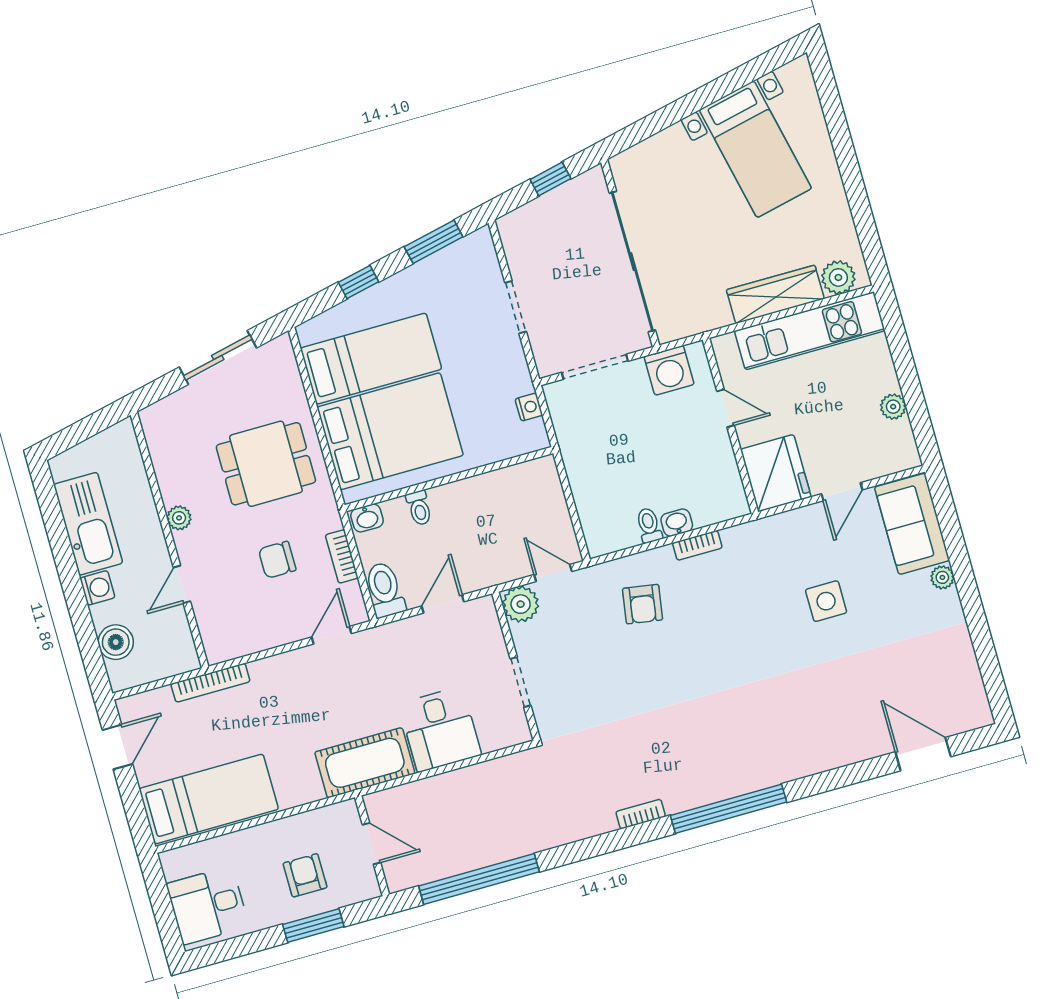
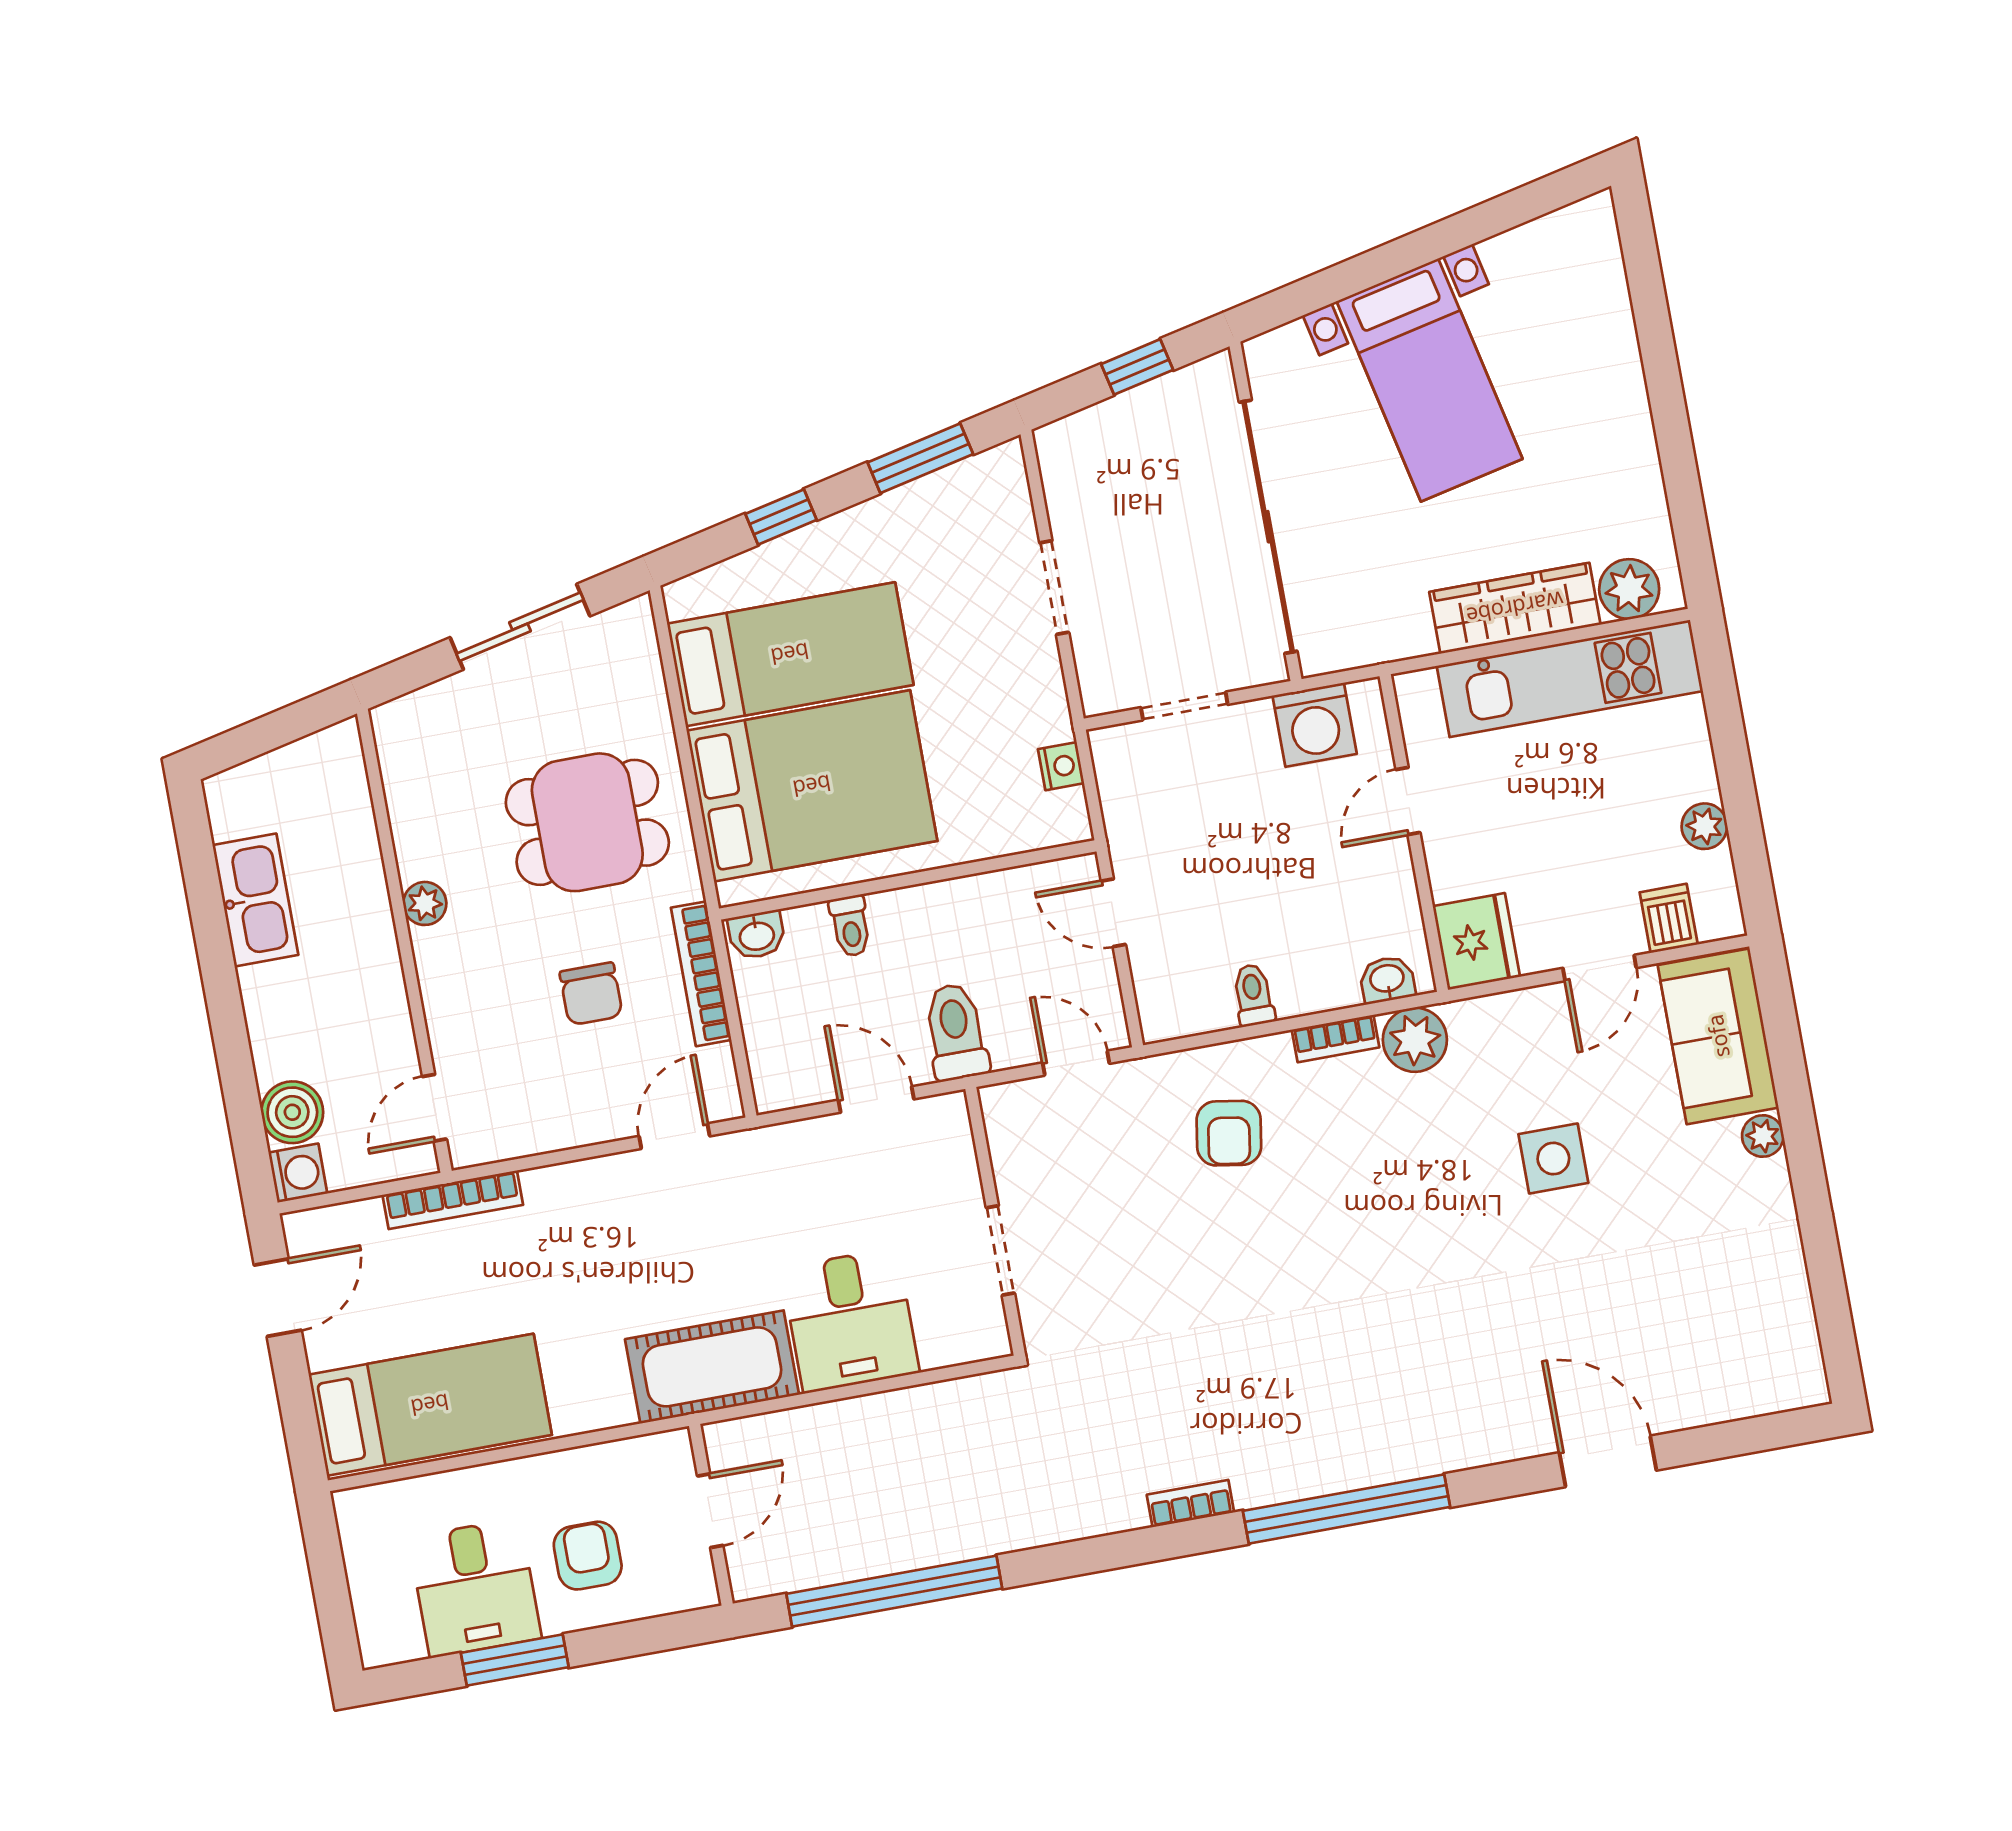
bed with nightstands: (755, 149) -> (1430, 380), moved
doorway: (595, 367) -> (1184, 706), width x0.73
door: (725, 408) -> (1408, 801), swing flipped
dishwasher: (878, 460) -> (1669, 918), added
fridge: (776, 473) -> (1476, 941), width x0.73, depth x0.75
door: (566, 487) -> (1113, 913), added
washbasin: (677, 523) -> (1387, 980), moved
kitchen sink: (88, 524) -> (255, 900), width x0.73, depth x0.81
bookcase: (342, 556) -> (701, 974), width x1.56
chair: (277, 560) -> (591, 994), turned -90
door: (182, 584) -> (434, 1108), moved
washing machine: (97, 588) -> (298, 1173), moved
toilet: (385, 590) -> (956, 1032), moved
door: (443, 604) -> (876, 1099), hinge flipped
plant: (521, 604) -> (1415, 1040), moved
door: (923, 754) -> (1608, 1461), moved
door: (371, 844) -> (710, 1511), hinge flipped
desk: (208, 905) -> (475, 1588), moved, turned -90
window: (313, 926) -> (515, 1660), moved

